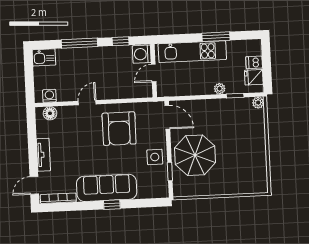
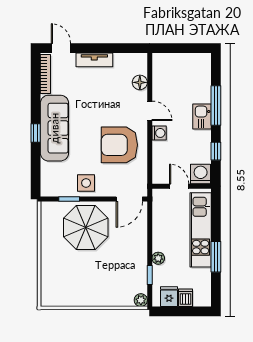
kitchen sink: (44, 57) -> (202, 117), moved
washing machine: (49, 96) -> (159, 133), moved
floor lamp: (50, 113) -> (140, 82), moved

